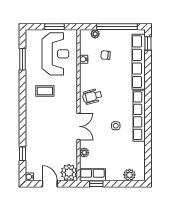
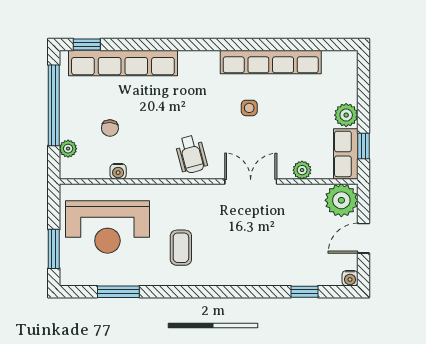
window: (54, 27) -> (54, 249), moved
reception desk: (55, 54) -> (107, 227), turned 180
row of seats: (139, 116) -> (271, 62), moved
plant: (129, 175) -> (346, 115), moved

